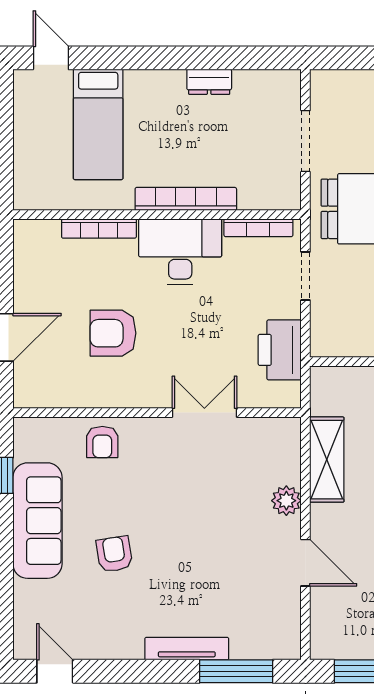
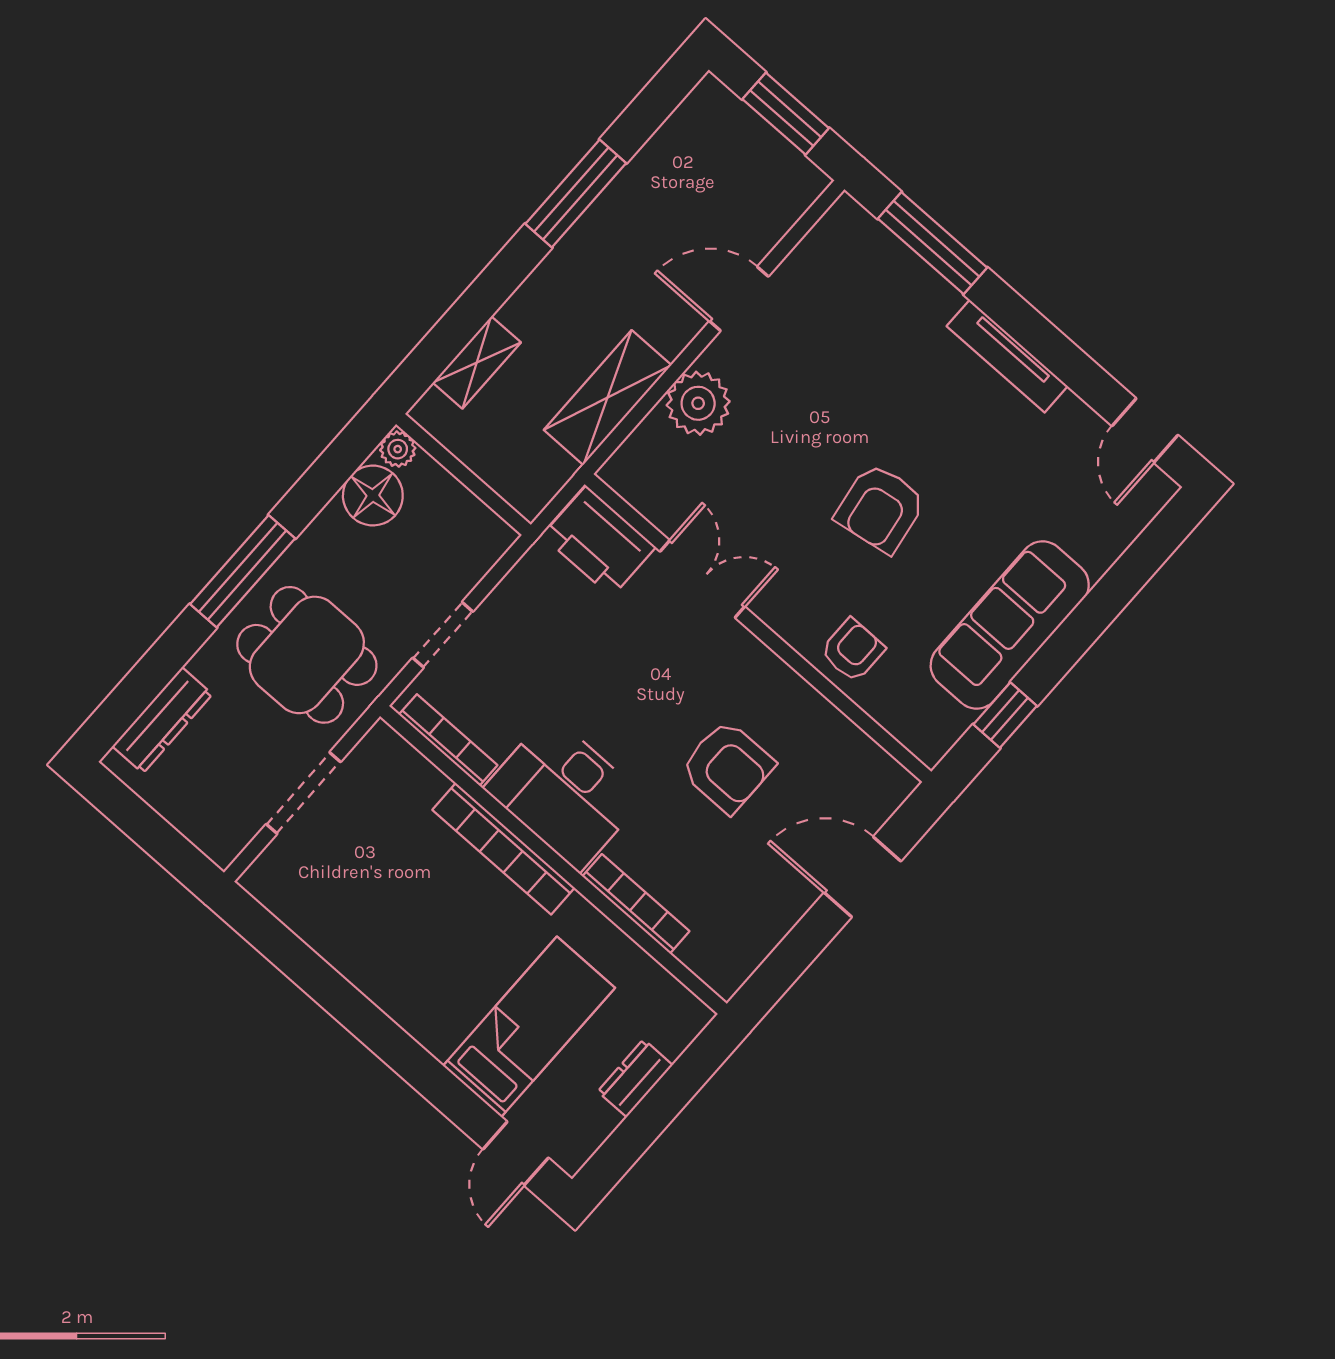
dresser: (209, 82) -> (635, 1078), moved, turned -90
printer: (280, 350) -> (599, 541), moved, turned 90
double door: (204, 413) -> (702, 579), swing flipped
plant: (286, 501) -> (698, 403), width x1.36, depth x1.36
armchair: (114, 554) -> (880, 508), moved, width x1.38, depth x1.38
door: (305, 563) -> (739, 299), hinge flipped
tv unit: (187, 649) -> (1007, 356), moved

